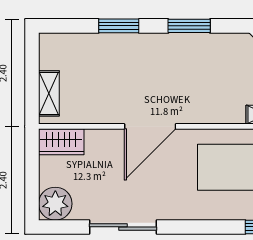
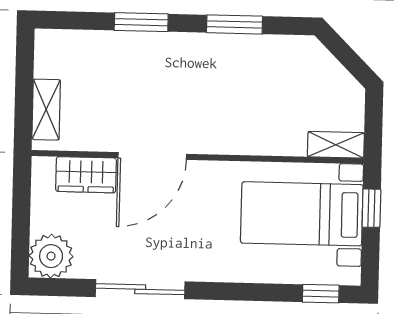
door: (150, 126) -> (152, 156), moved
wardrobe: (61, 142) -> (86, 175), moved

